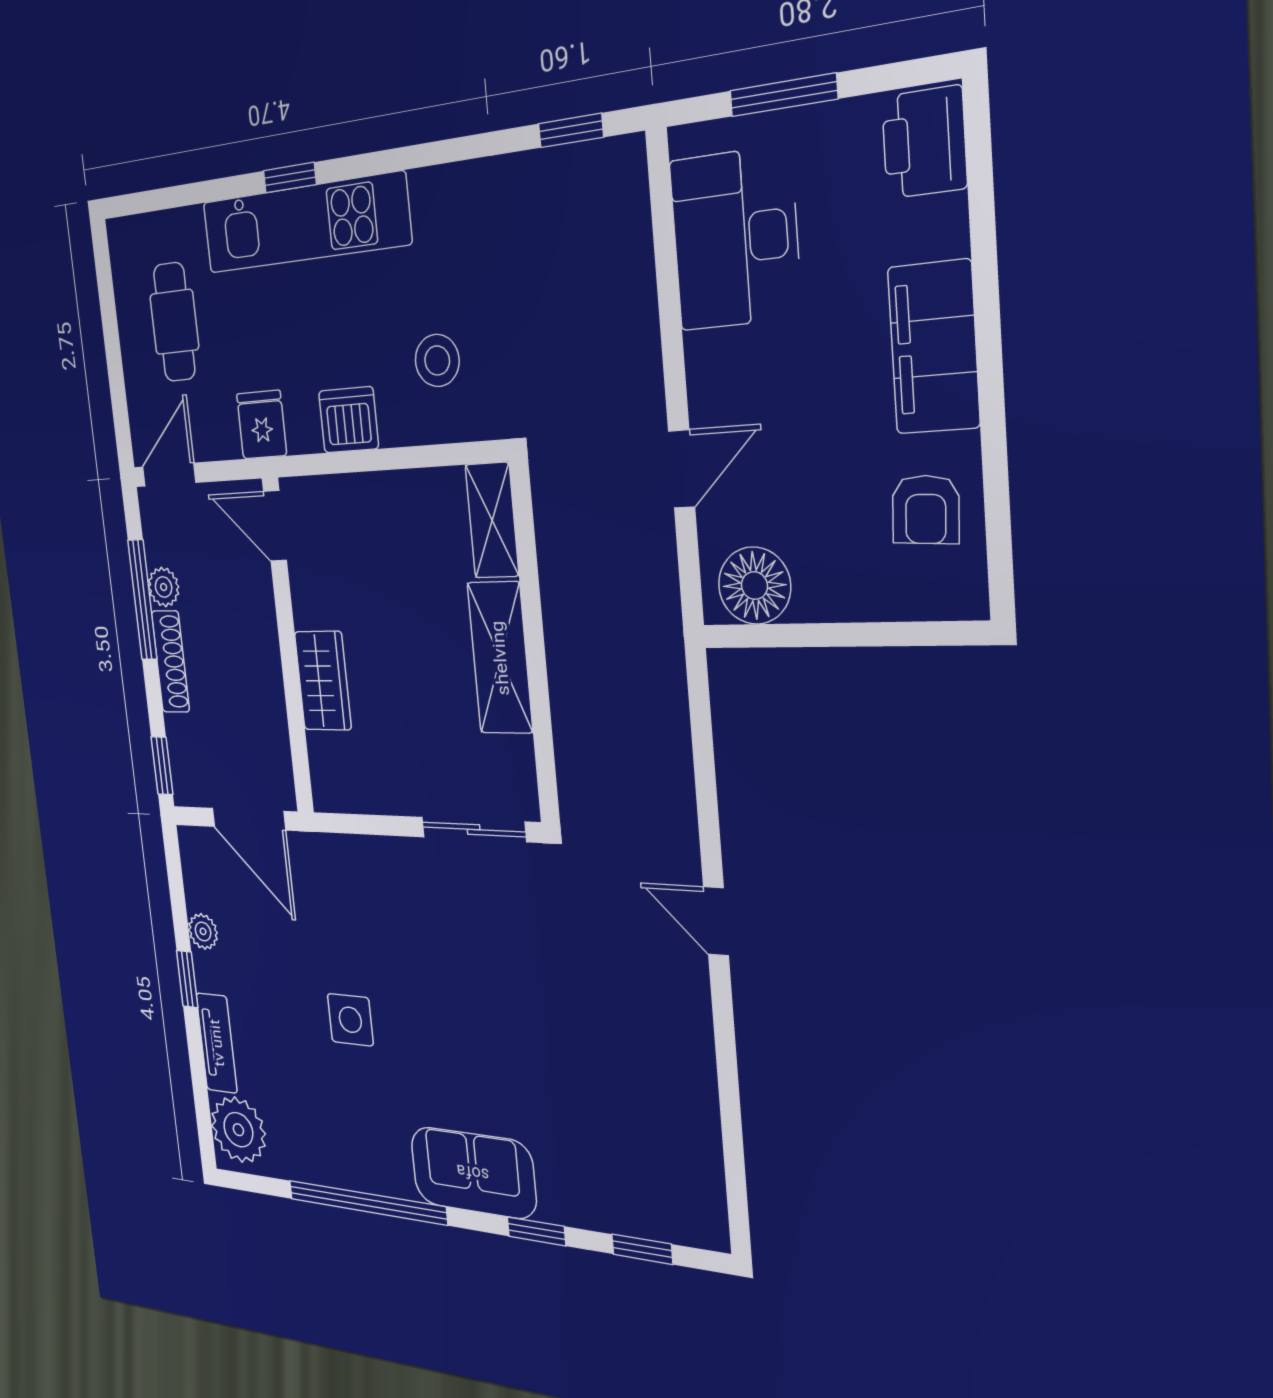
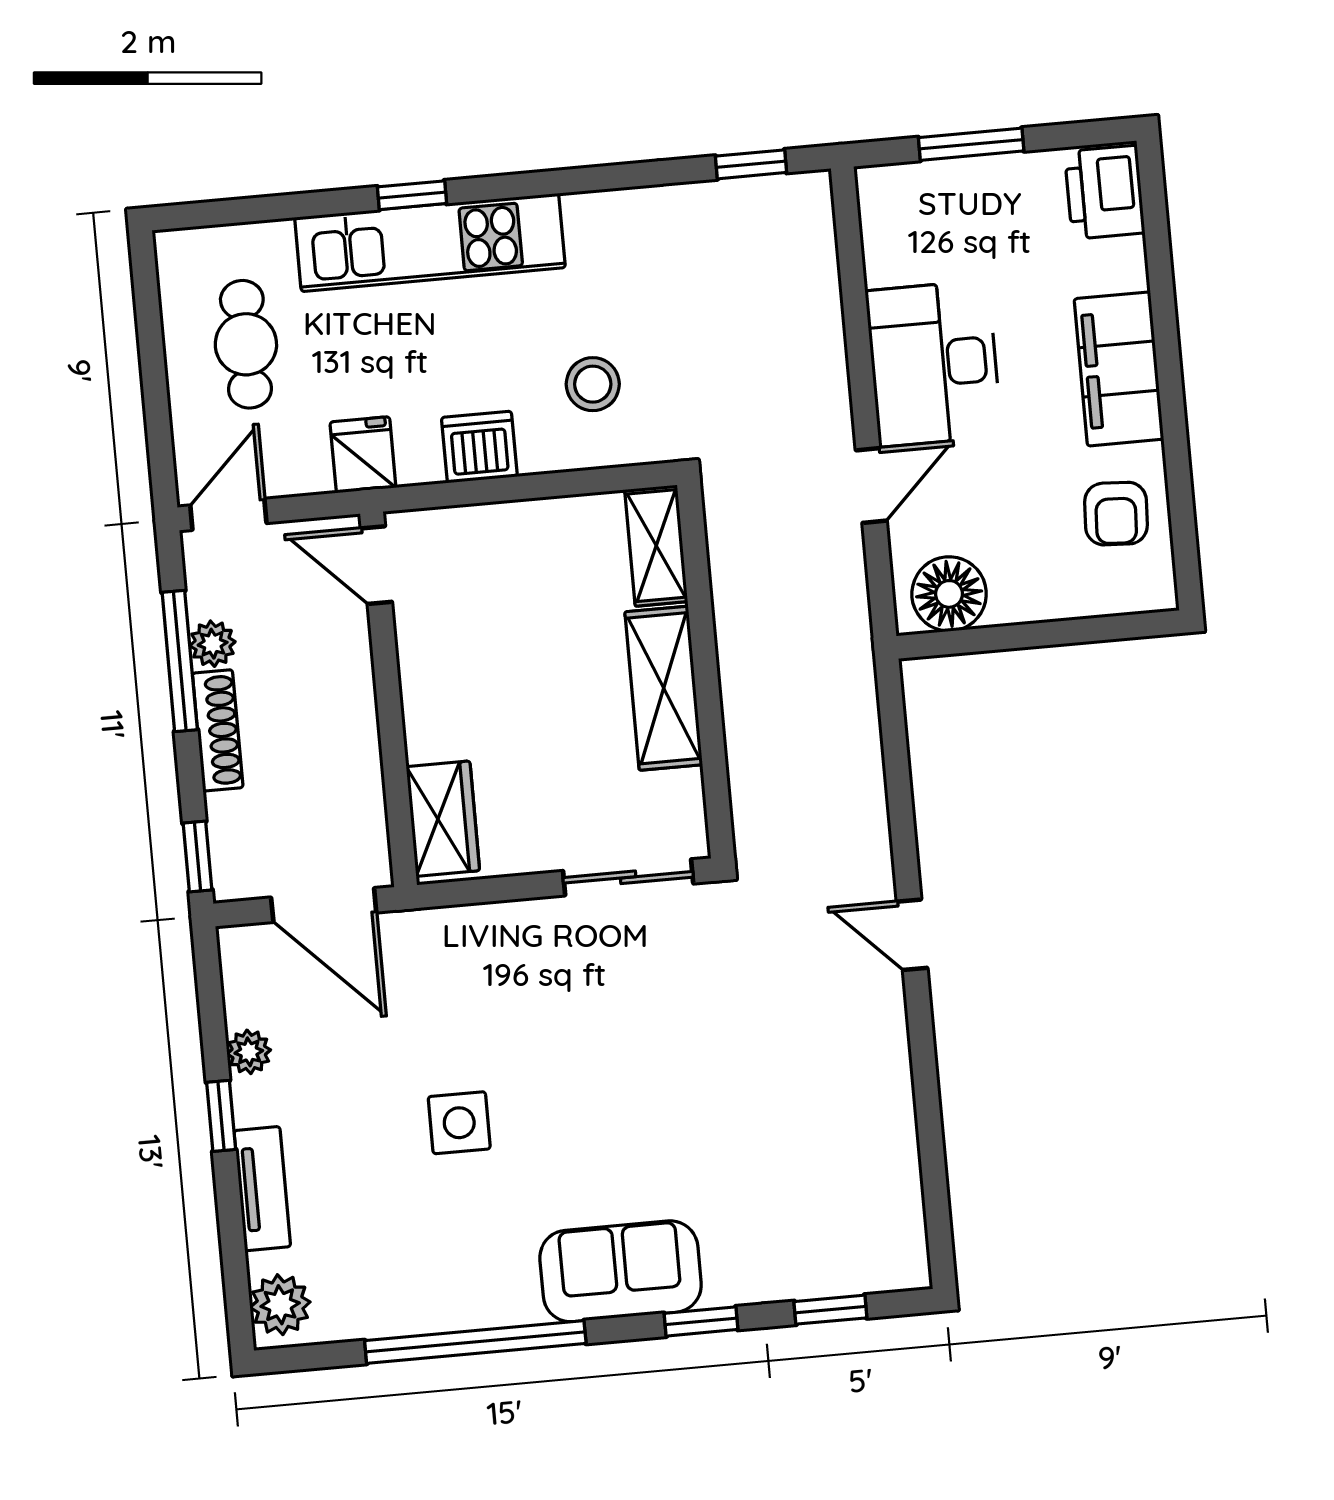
desk: (735, 239) -> (934, 364), moved
wardrobe: (323, 681) -> (443, 819), moved
plant: (238, 1130) -> (280, 1305), width x0.73, depth x0.73

